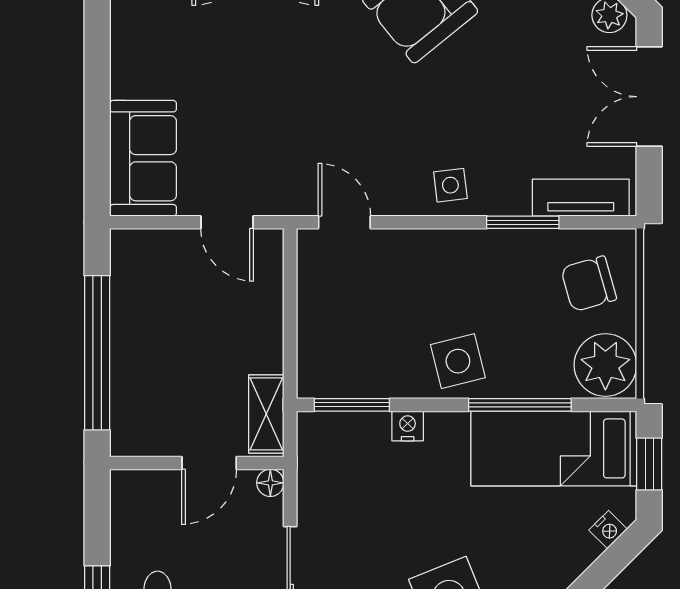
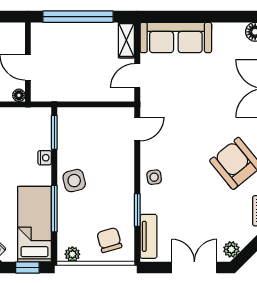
sofa: (143, 158) -> (176, 37), width x1.36
plant: (605, 365) -> (72, 254), width x0.53, depth x0.53
shelving: (266, 414) -> (126, 40), moved, turned 90

